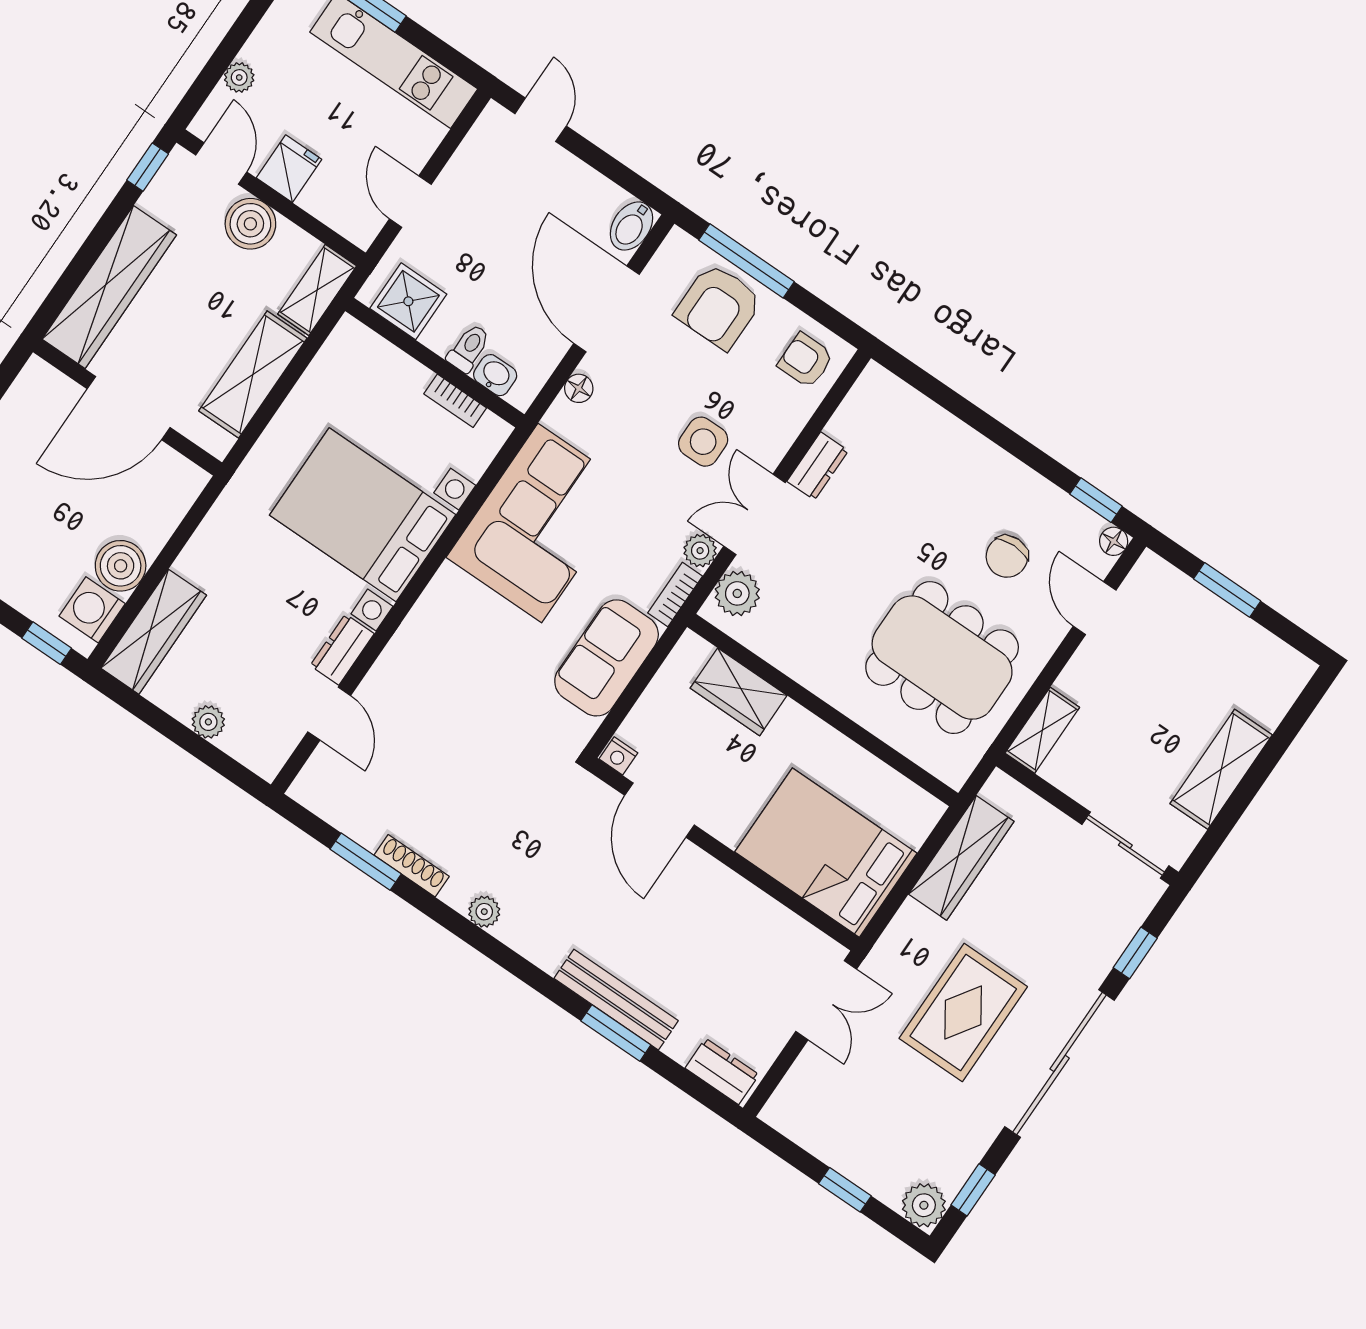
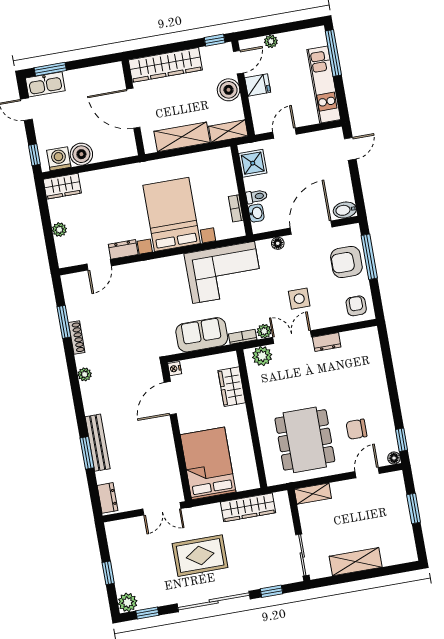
wardrobe: (154, 632) -> (62, 186), width x0.67

